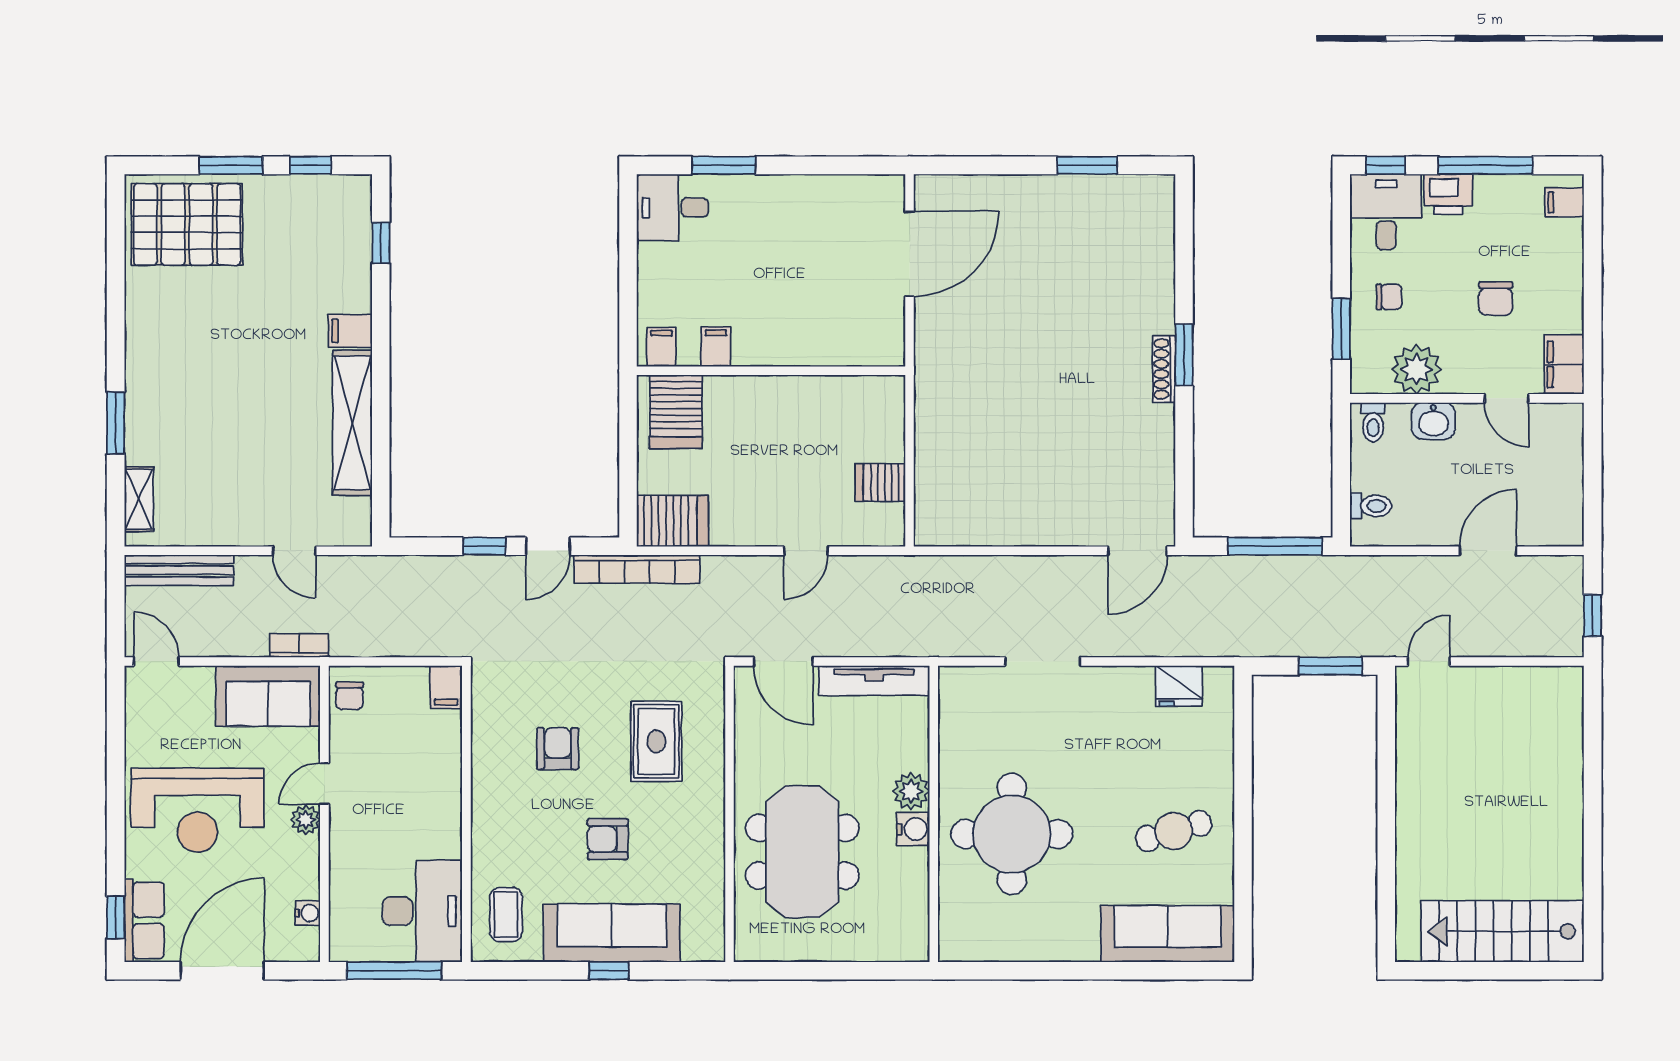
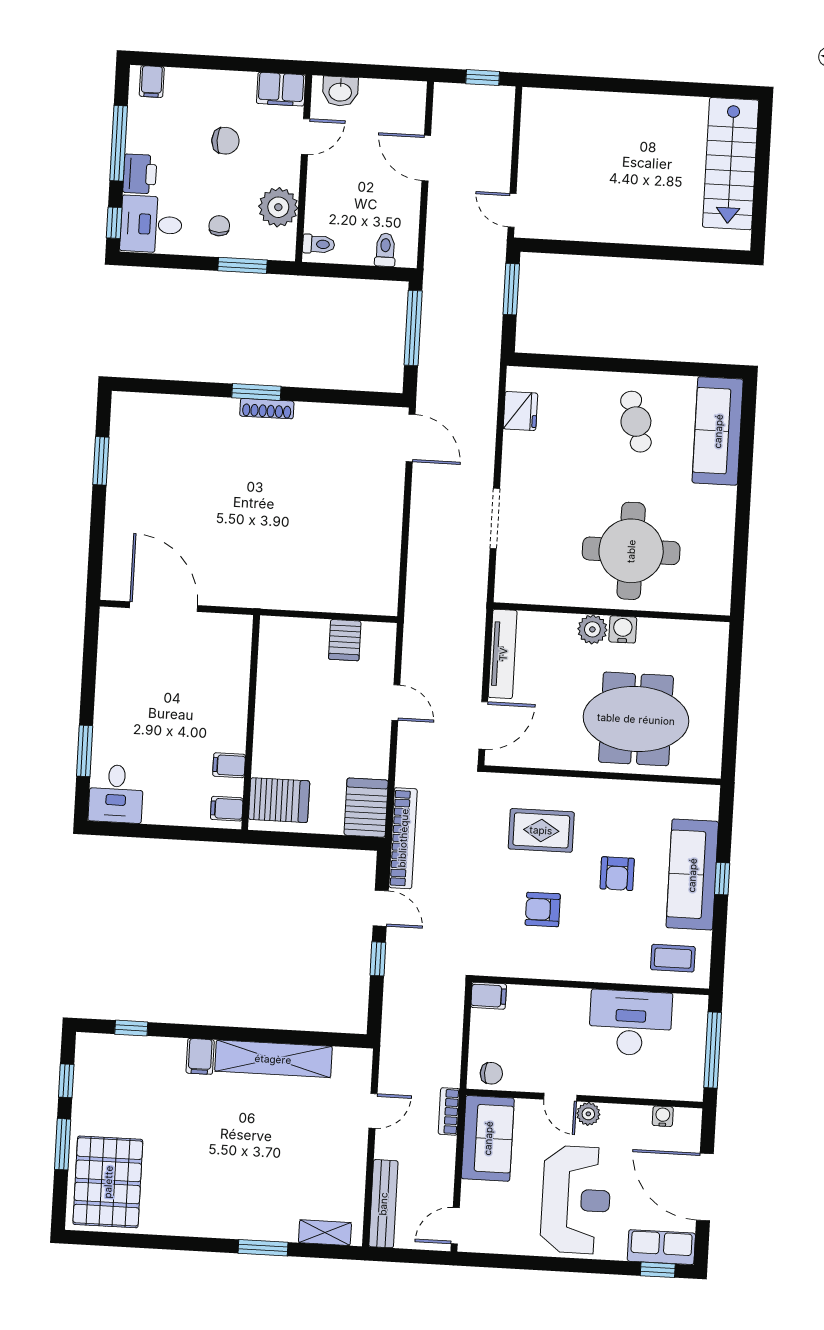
washbasin: (1433, 421) -> (340, 91), moved, turned 90
desk: (422, 911) -> (630, 1023), moved

